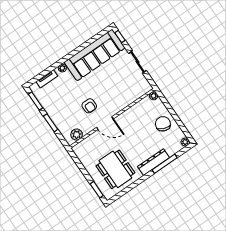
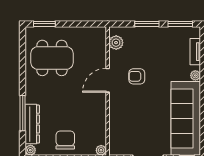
chair: (163, 124) -> (65, 140), turned -111
dresser: (153, 162) -> (32, 124), moved

